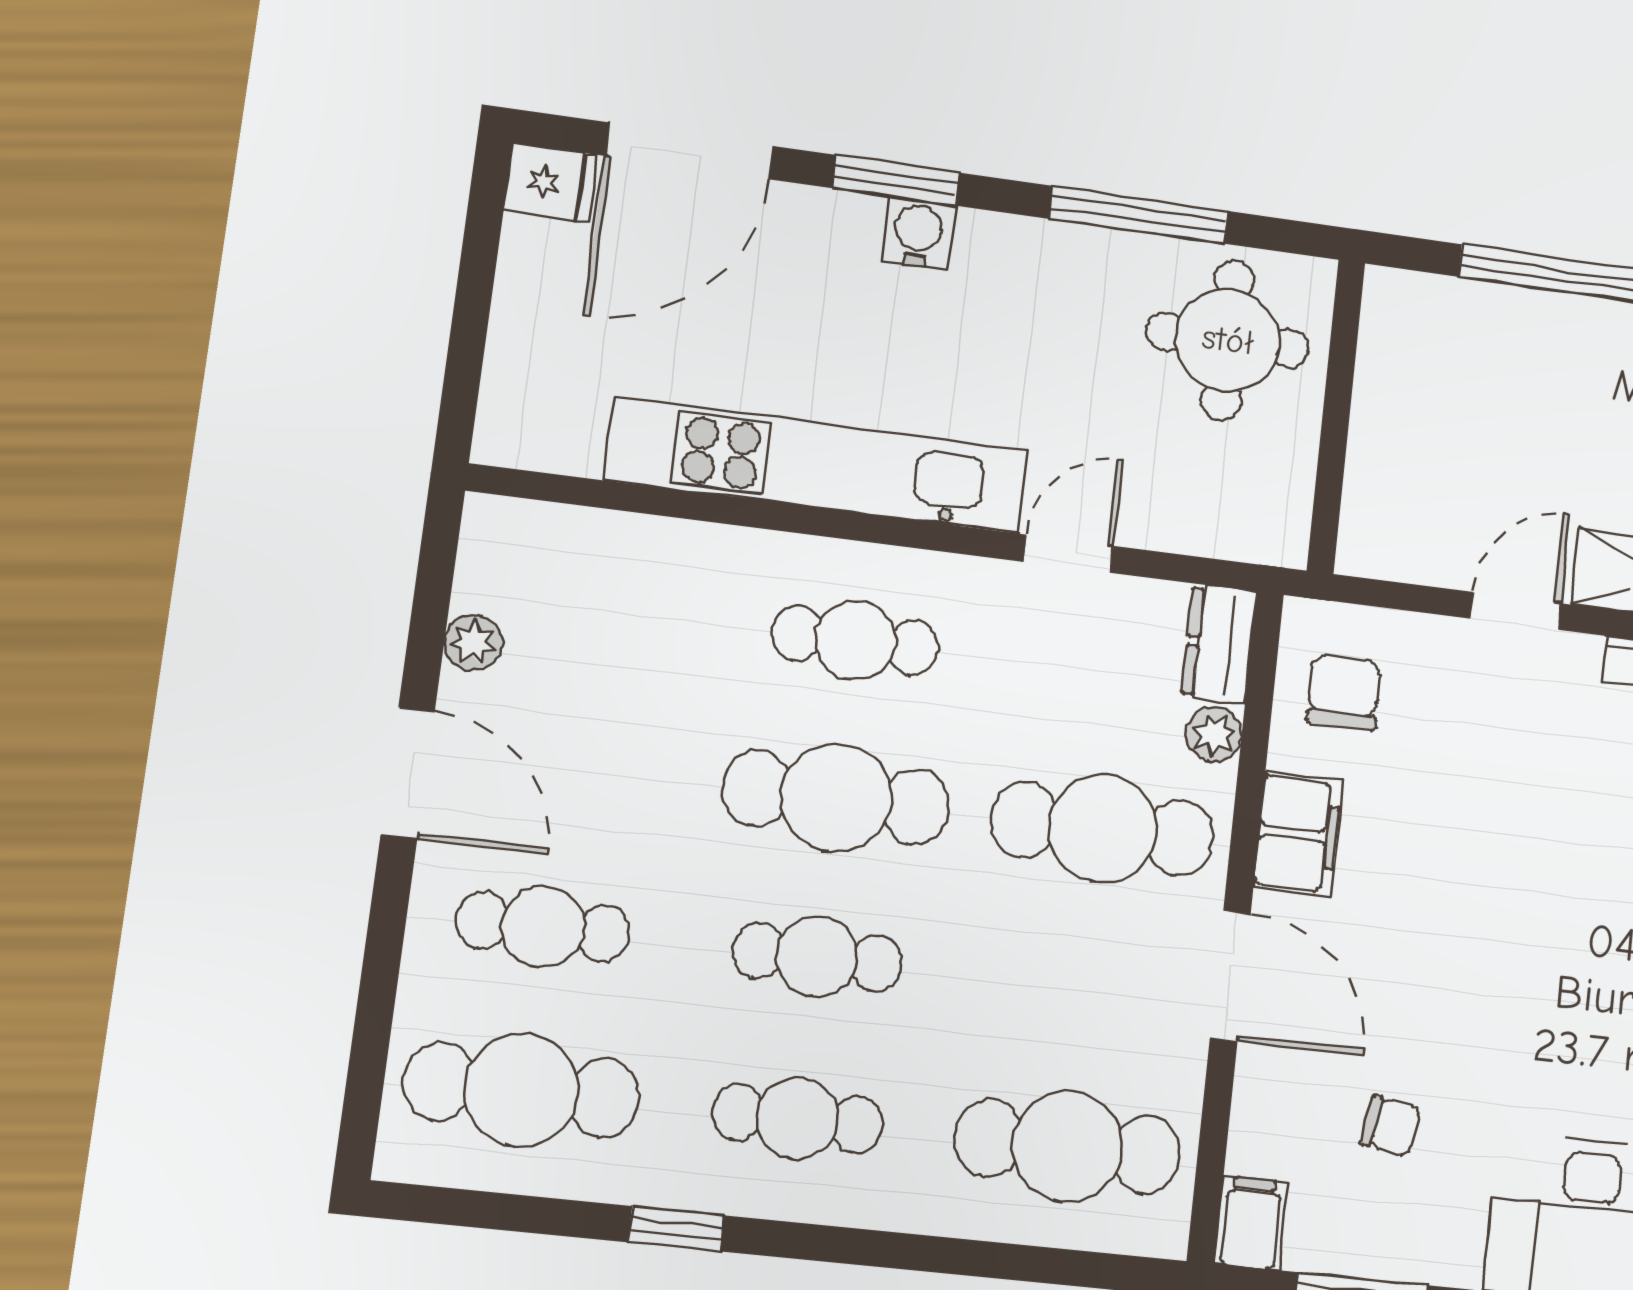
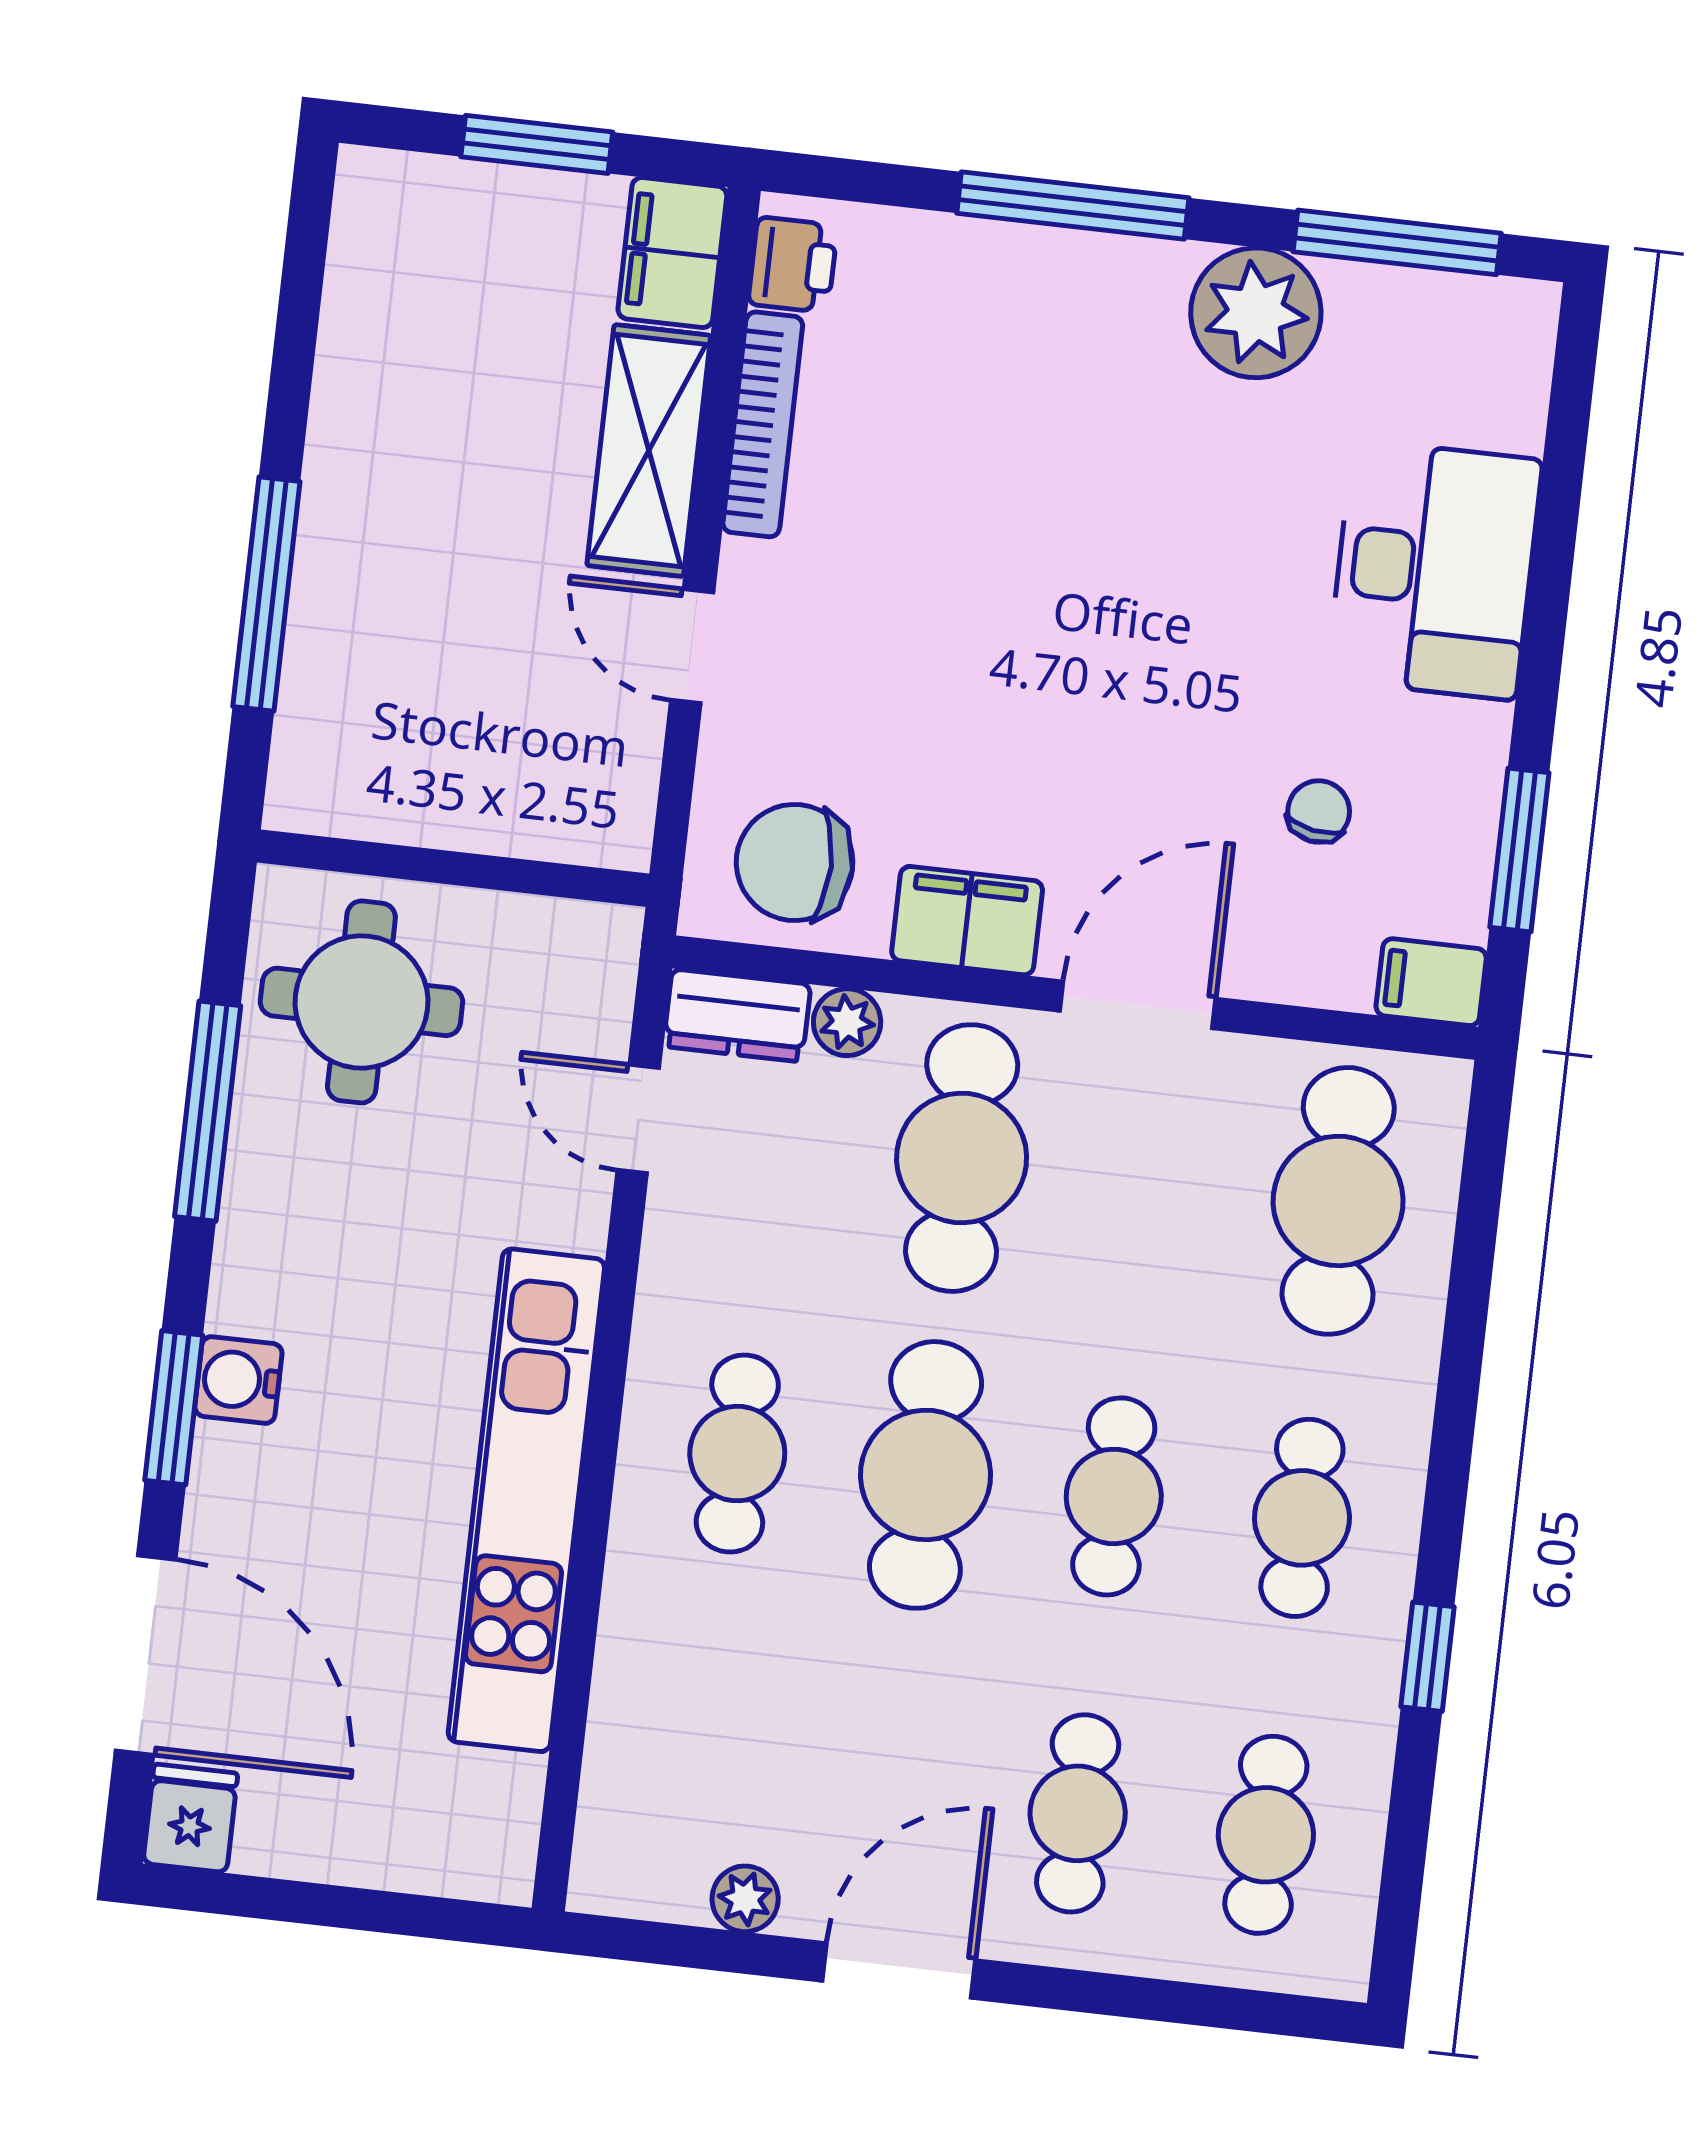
door: (1069, 554) -> (638, 1119), moved
chair: (1344, 692) -> (795, 862), width x1.37, depth x1.37
cafe table: (522, 1090) -> (1266, 1835), width x0.73, depth x0.74

